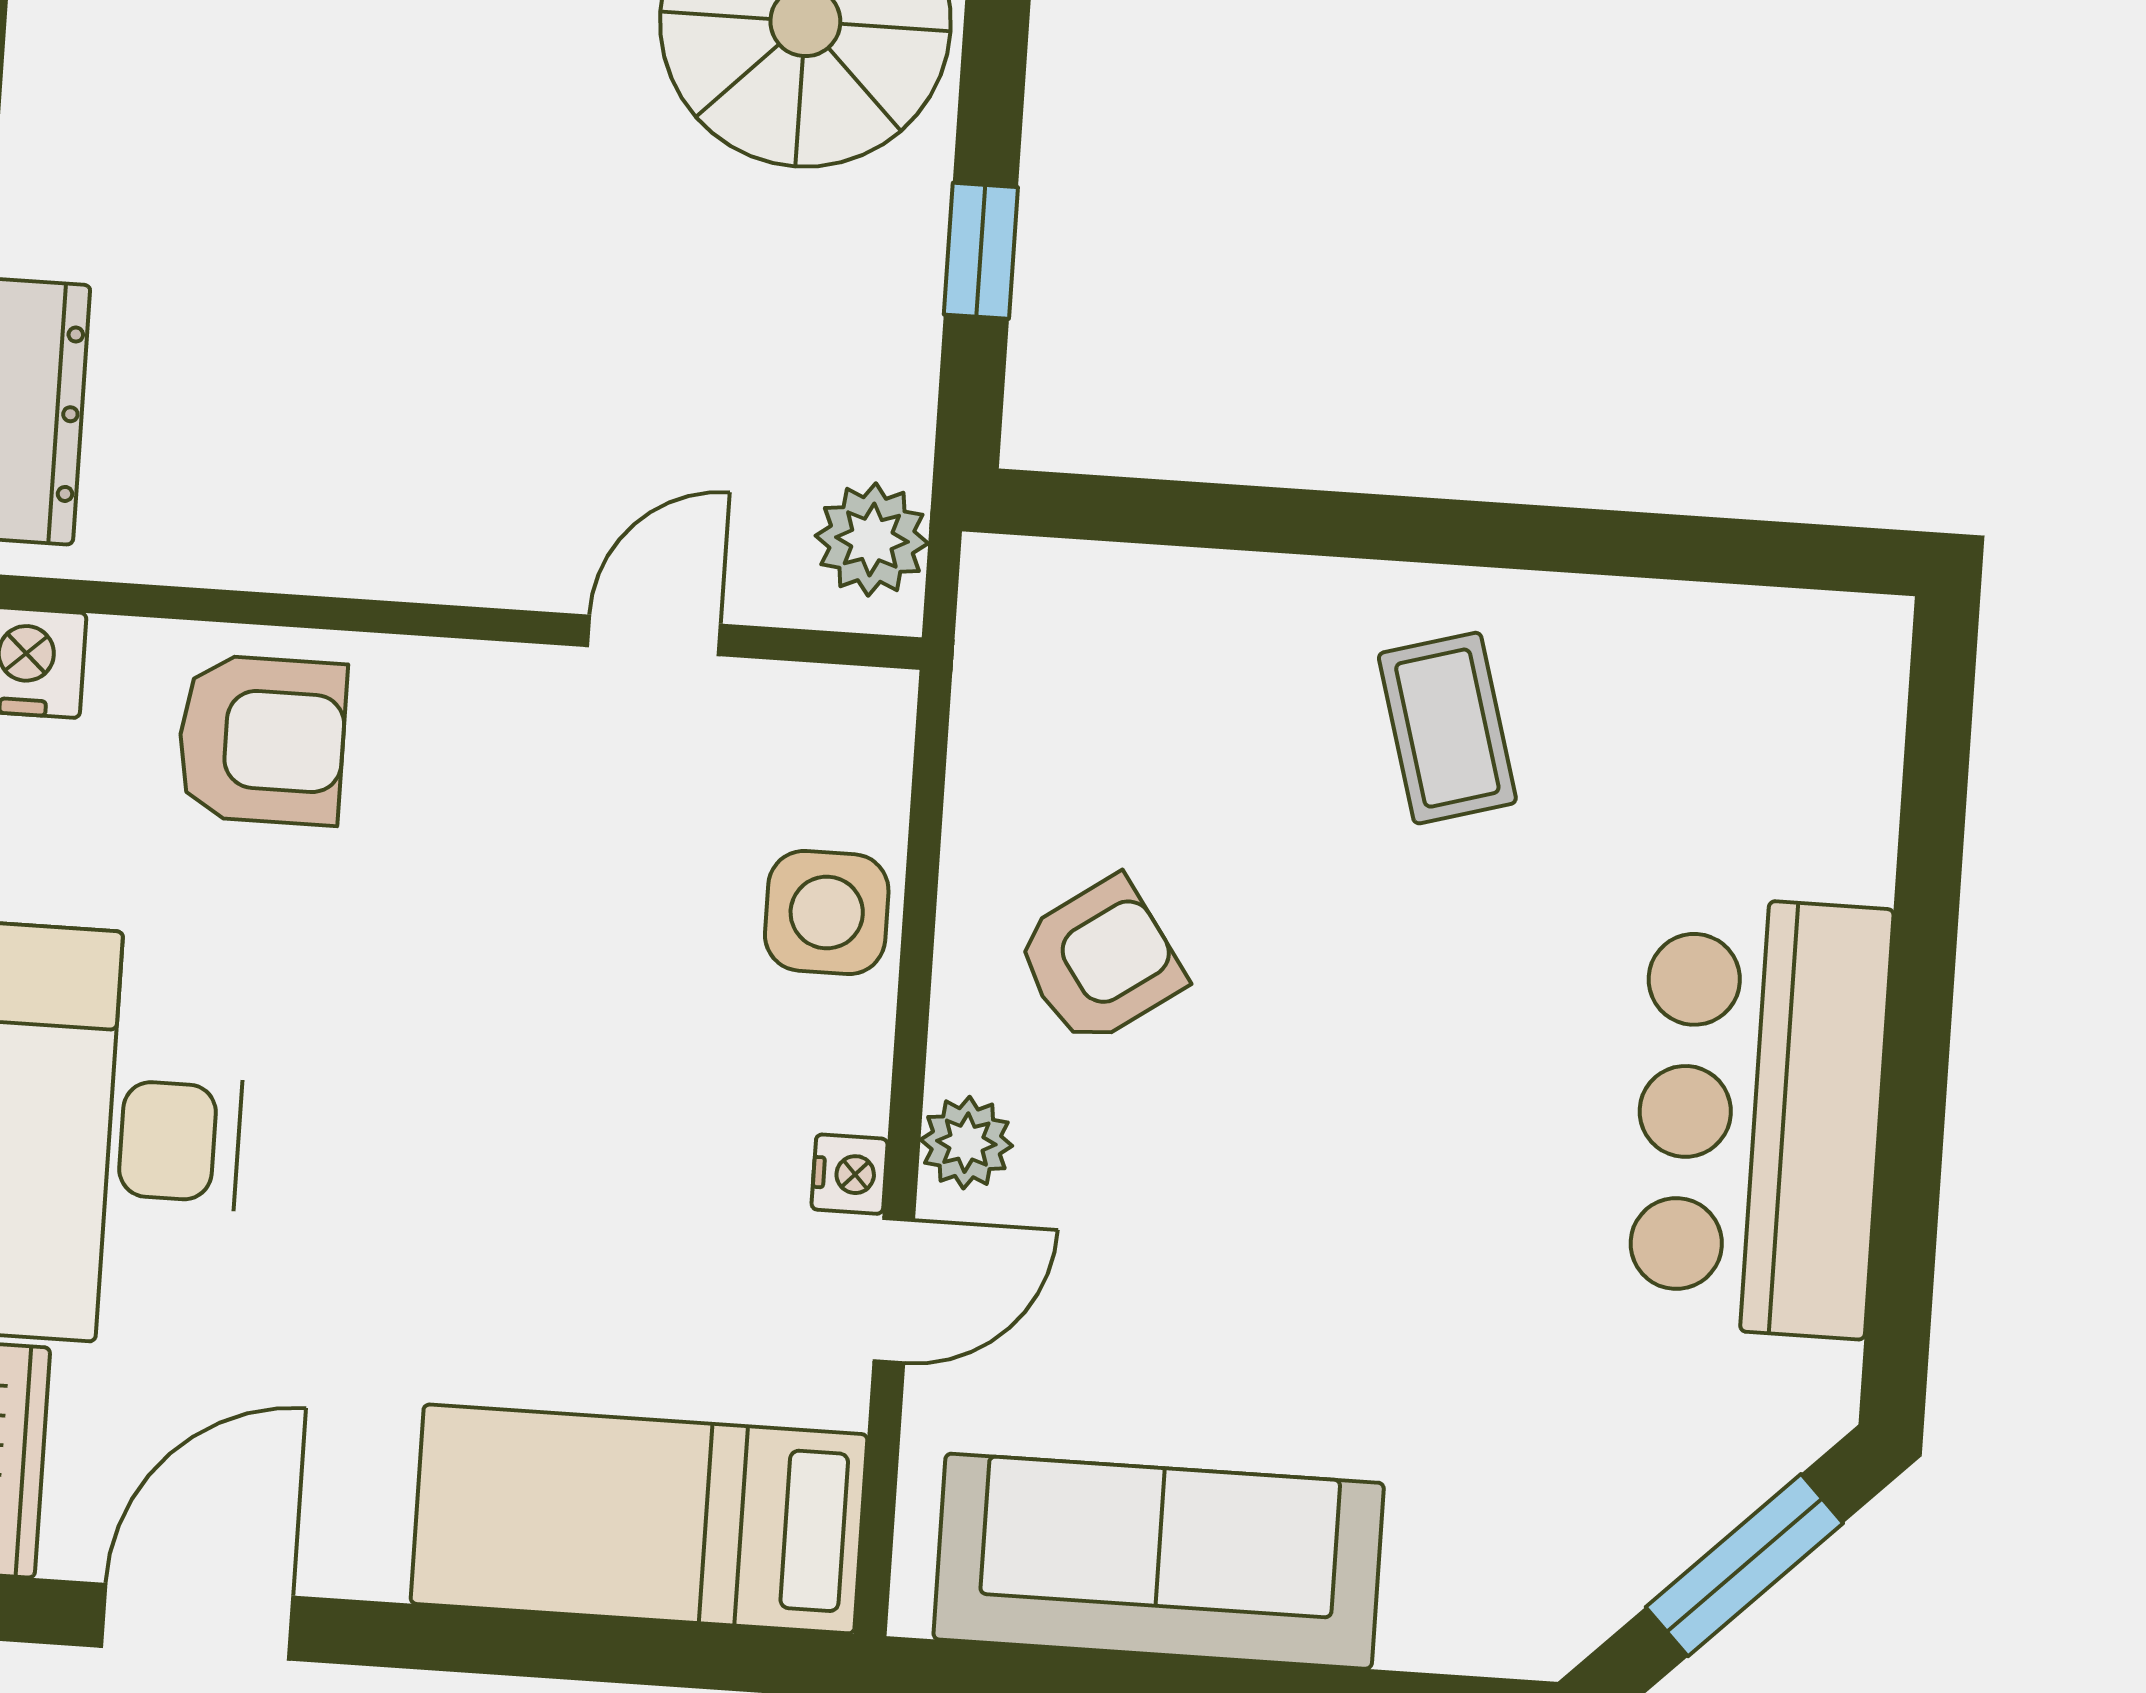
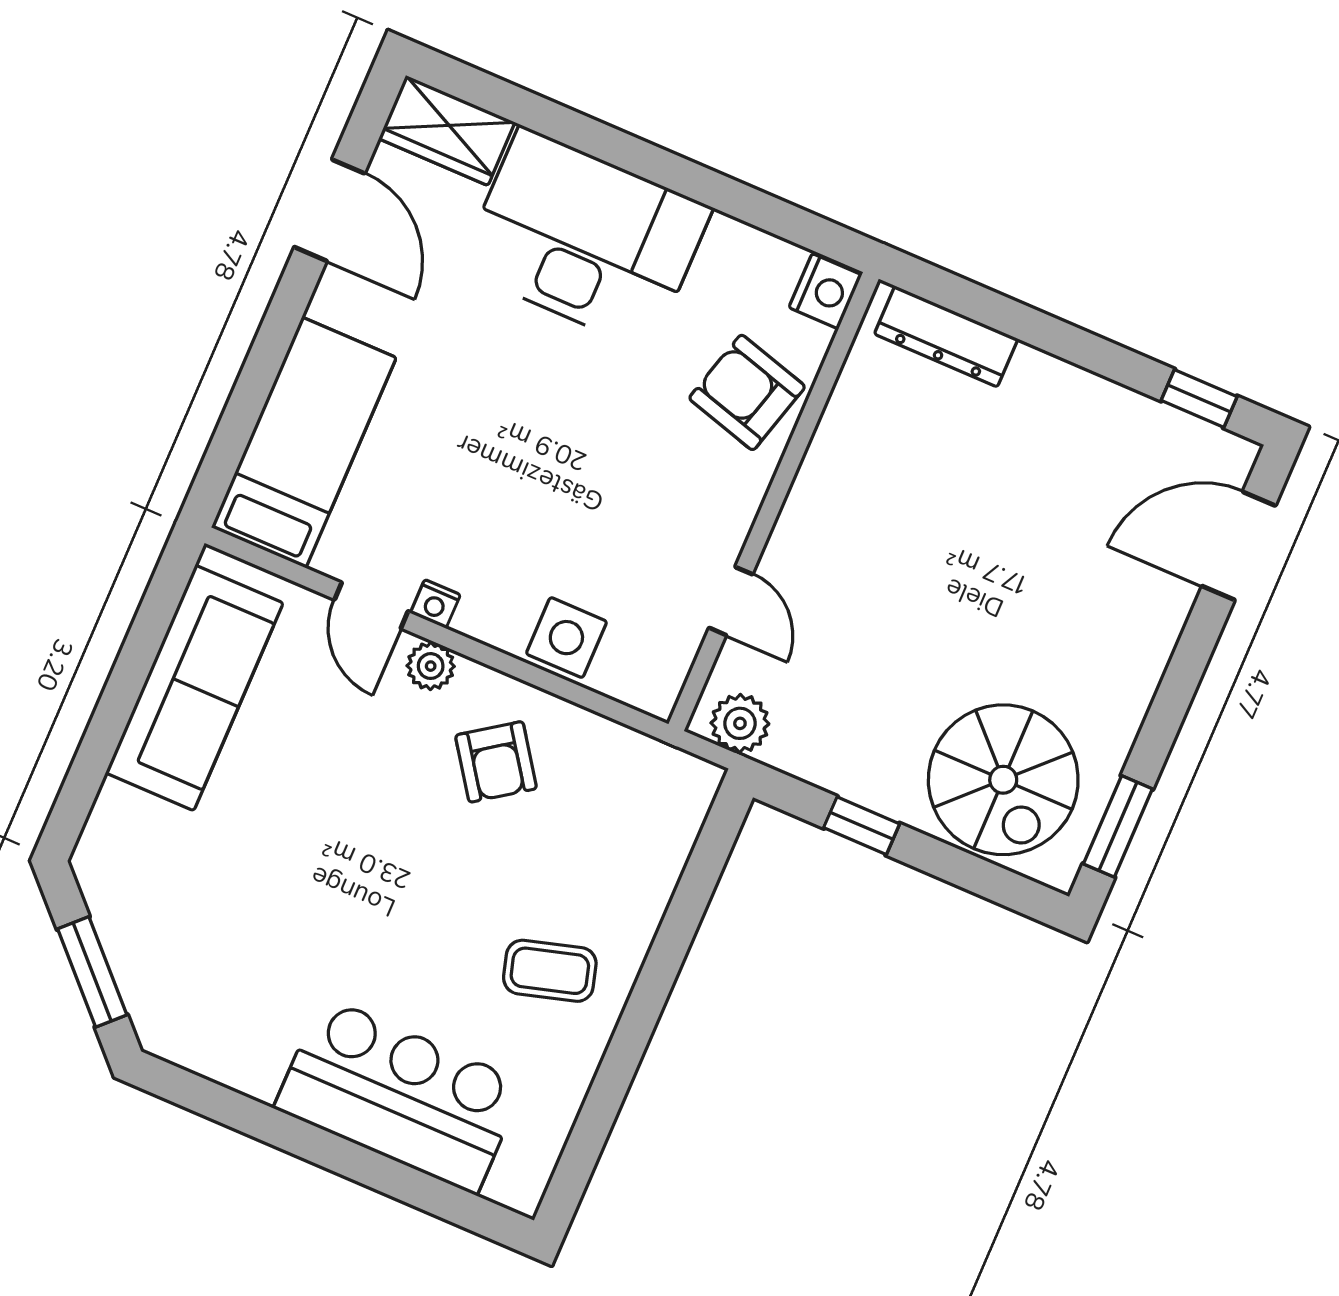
armchair: (262, 740) -> (747, 392), turned 106
bar counter: (1759, 1116) -> (399, 1095), moved

